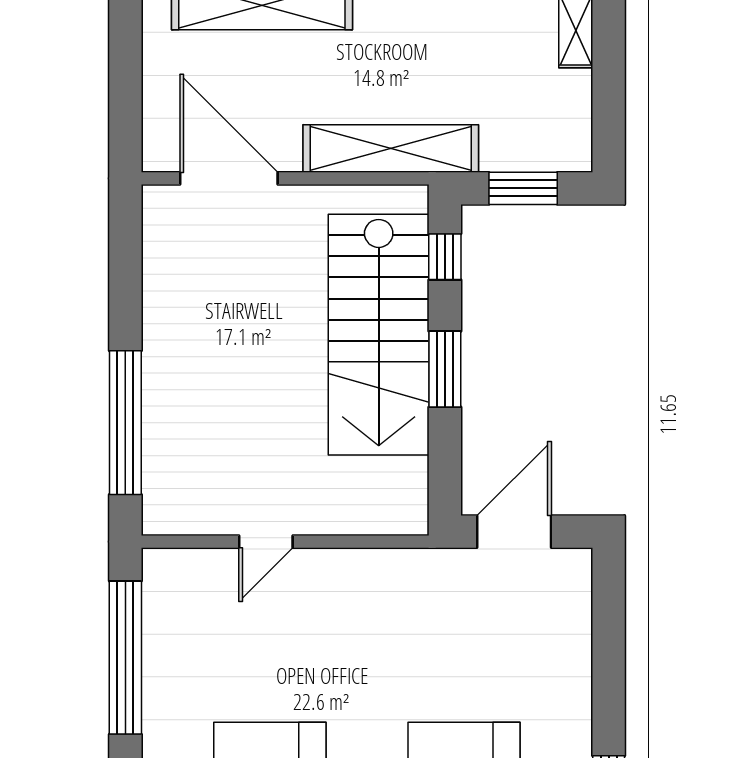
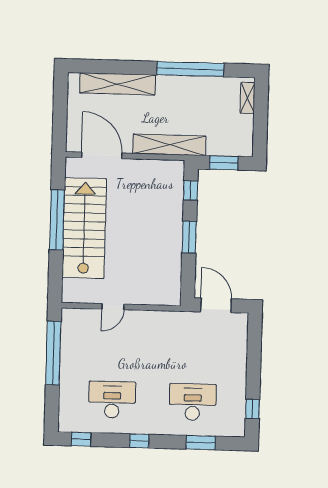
stairs: (379, 335) -> (84, 228), moved, turned 180
window: (125, 423) -> (57, 220), moved
door: (514, 532) -> (216, 305), hinge flipped

